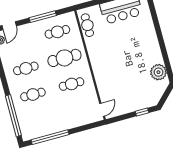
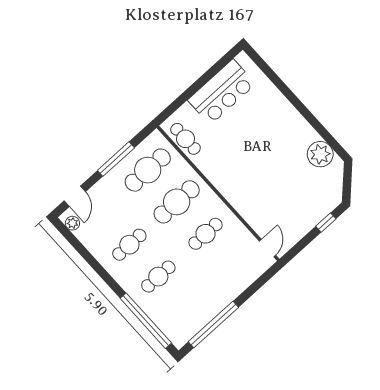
cafe table: (57, 32) -> (148, 170), width x1.37, depth x1.35

